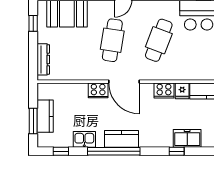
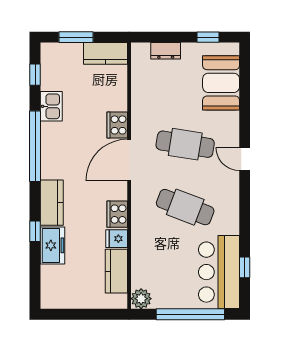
dresser: (43, 59) -> (166, 51), width x0.70
kitchen counter: (45, 116) -> (106, 53), moved
kitchen counter: (121, 139) -> (52, 203), moved

